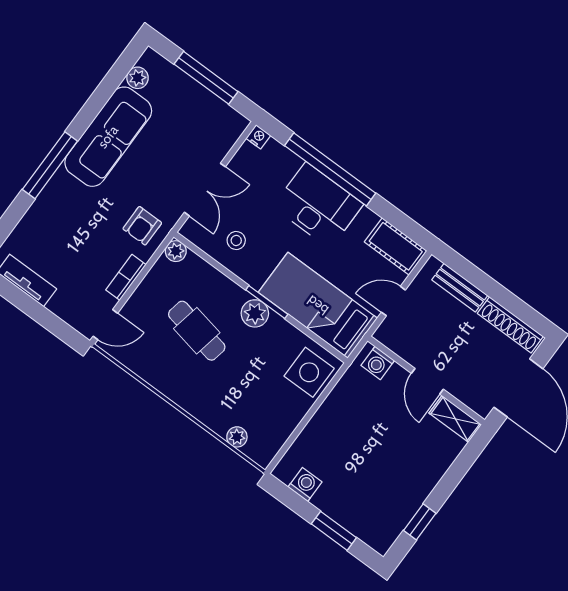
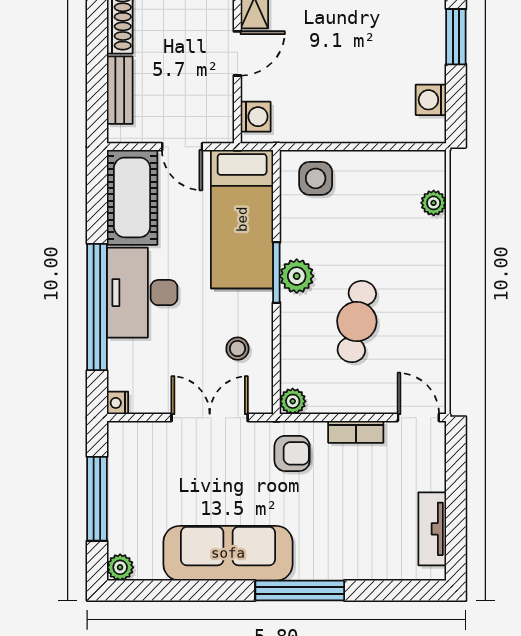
plant: (138, 78) -> (120, 567), moved
cot: (396, 246) -> (132, 197), width x1.37, depth x1.34
side table: (309, 372) -> (316, 178), width x0.73, depth x0.73

